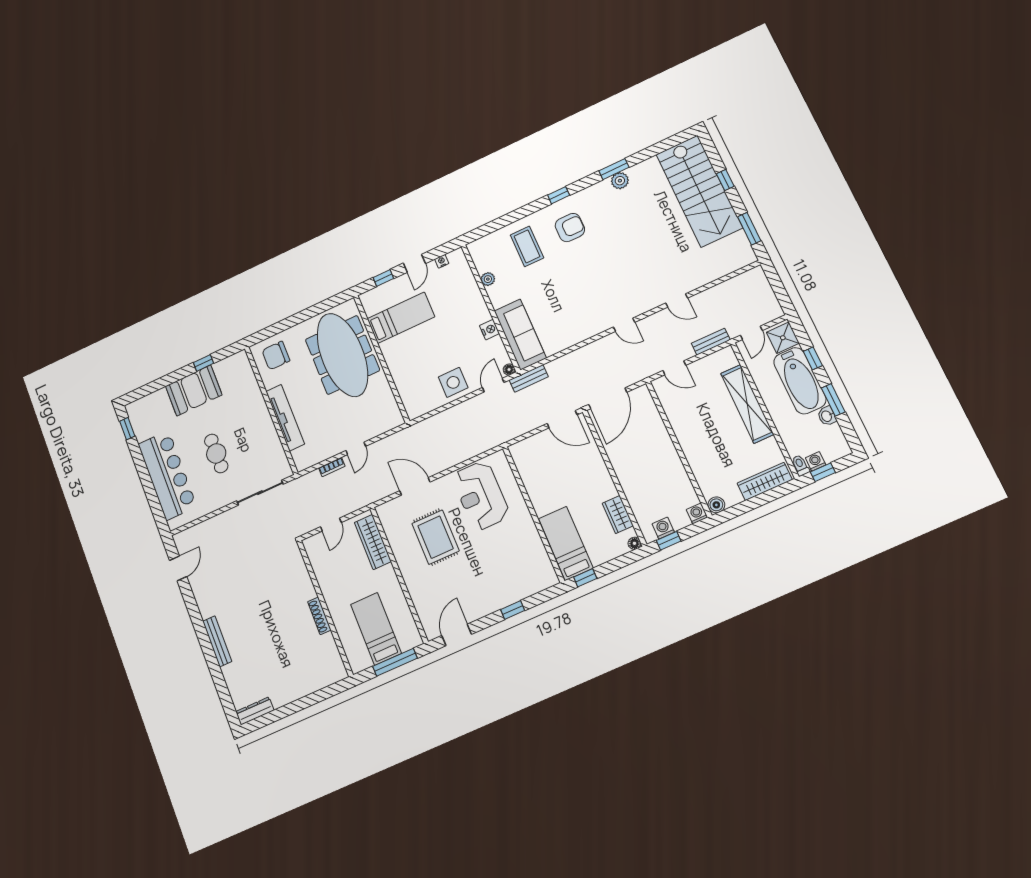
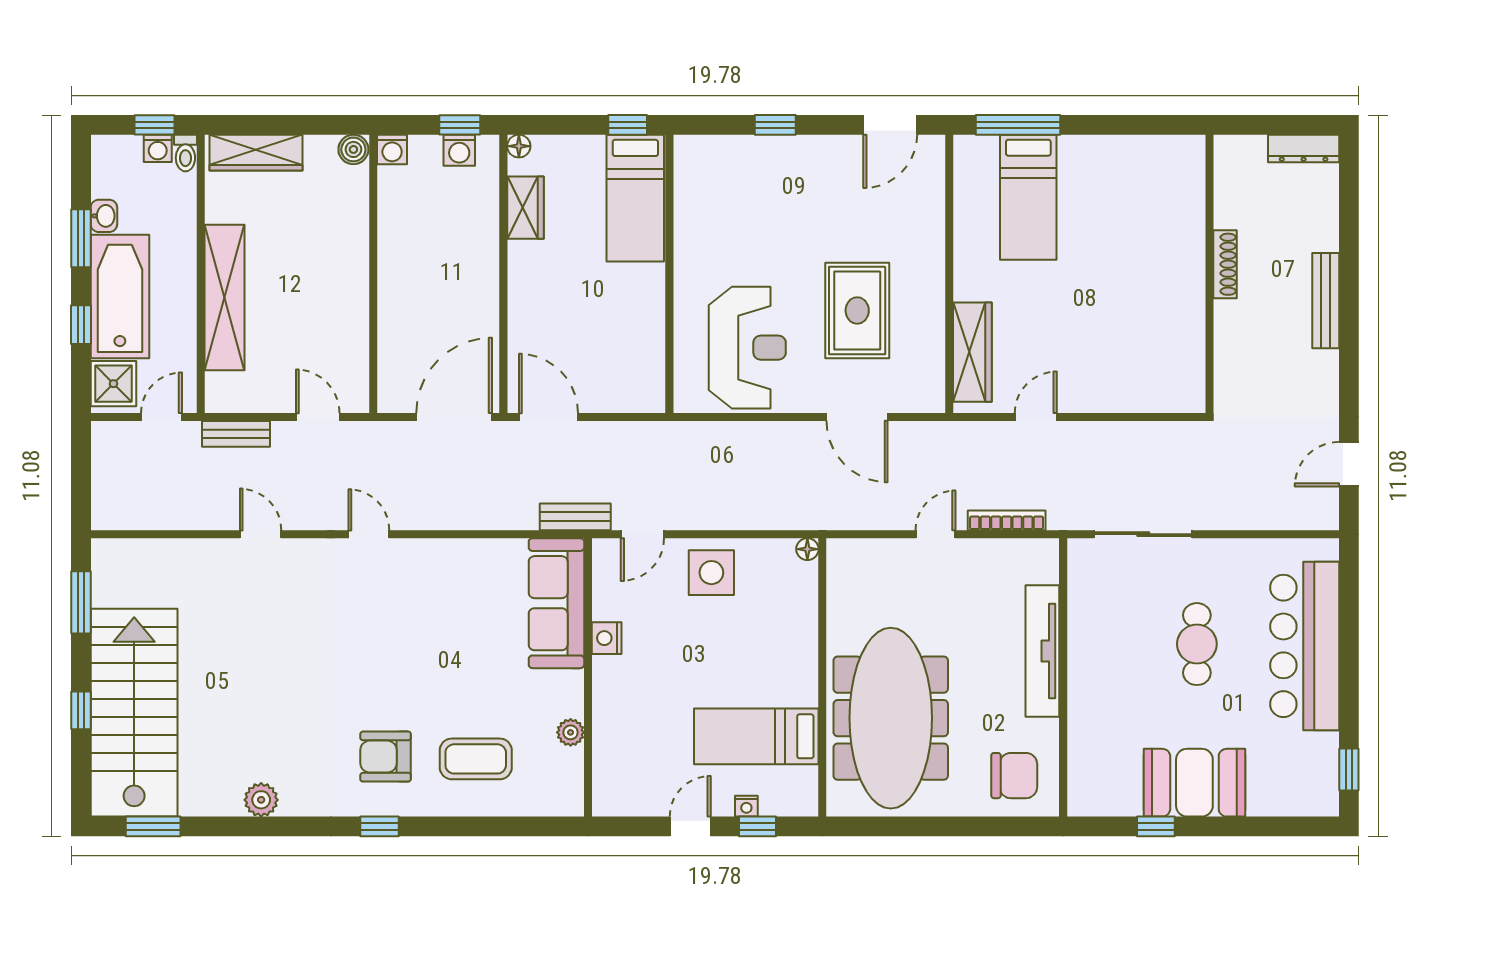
window: (614, 169) -> (153, 826), moved
coffee table: (527, 246) -> (476, 759), turned 90
nightstand: (442, 261) -> (746, 806), moved
floor lamp: (509, 370) -> (807, 549), moved
bookcase: (332, 467) -> (1007, 520), width x1.56
wall: (325, 608) -> (1210, 274), moved
shoe rack: (319, 616) -> (1225, 264), moved

